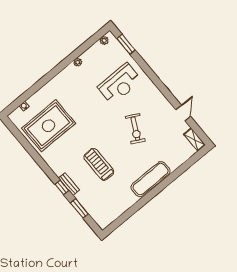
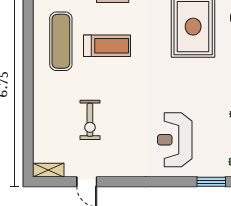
exercise bike: (135, 129) -> (90, 120), moved, turned -118
exercise mat: (151, 179) -> (61, 41), moved

